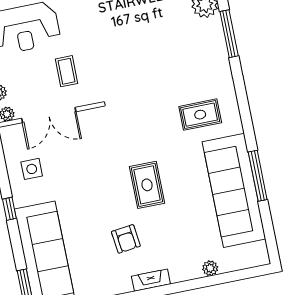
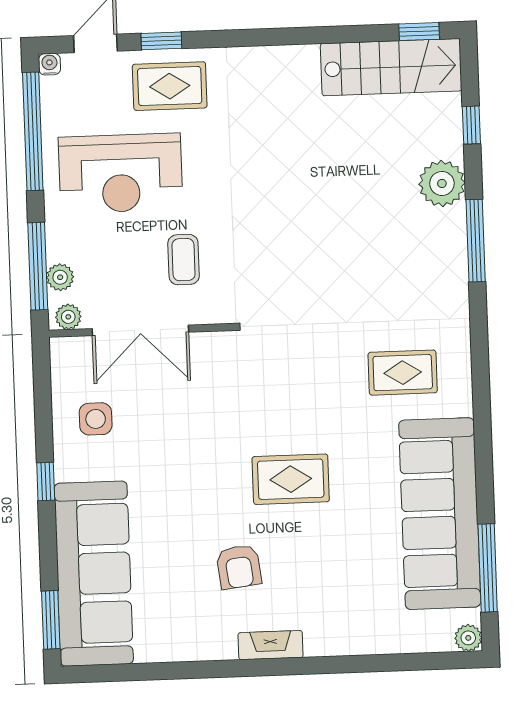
window: (258, 176) -> (488, 568), moved
rug: (147, 185) -> (291, 479), turned 90
plant: (210, 268) -> (468, 638), moved

